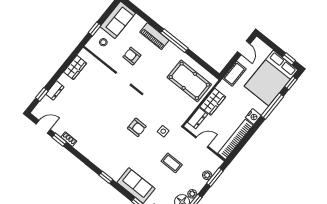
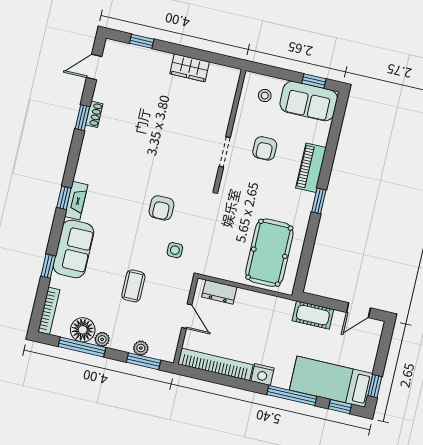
window: (95, 29) -> (314, 81), moved
window: (174, 41) -> (319, 201), width x0.46
armchair: (132, 56) -> (265, 148), turned 180
wardrobe: (75, 68) -> (190, 68), moved
bed: (271, 78) -> (331, 382), width x0.67
dresser: (55, 91) -> (157, 58), removed
wardrobe: (213, 102) -> (255, 303), removed
door: (43, 127) -> (94, 67), swing flipped
window: (59, 140) -> (82, 118), moved
fireplace: (111, 172) -> (76, 201), added

